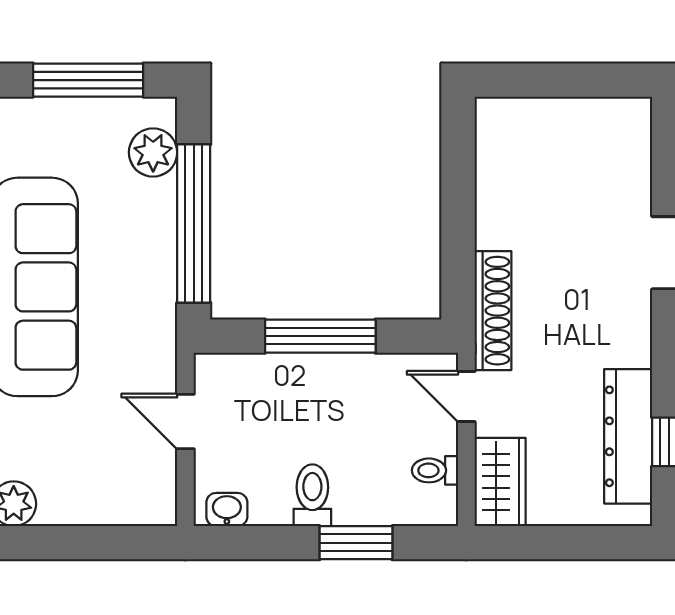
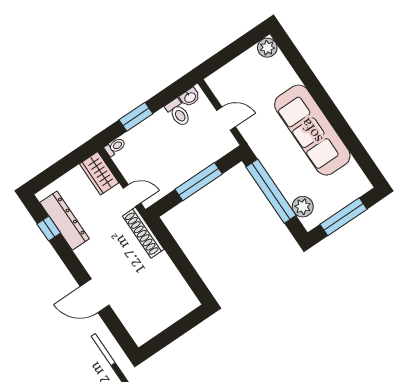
toilet: (435, 470) -> (115, 147), moved
toilet: (312, 495) -> (178, 113), moved

